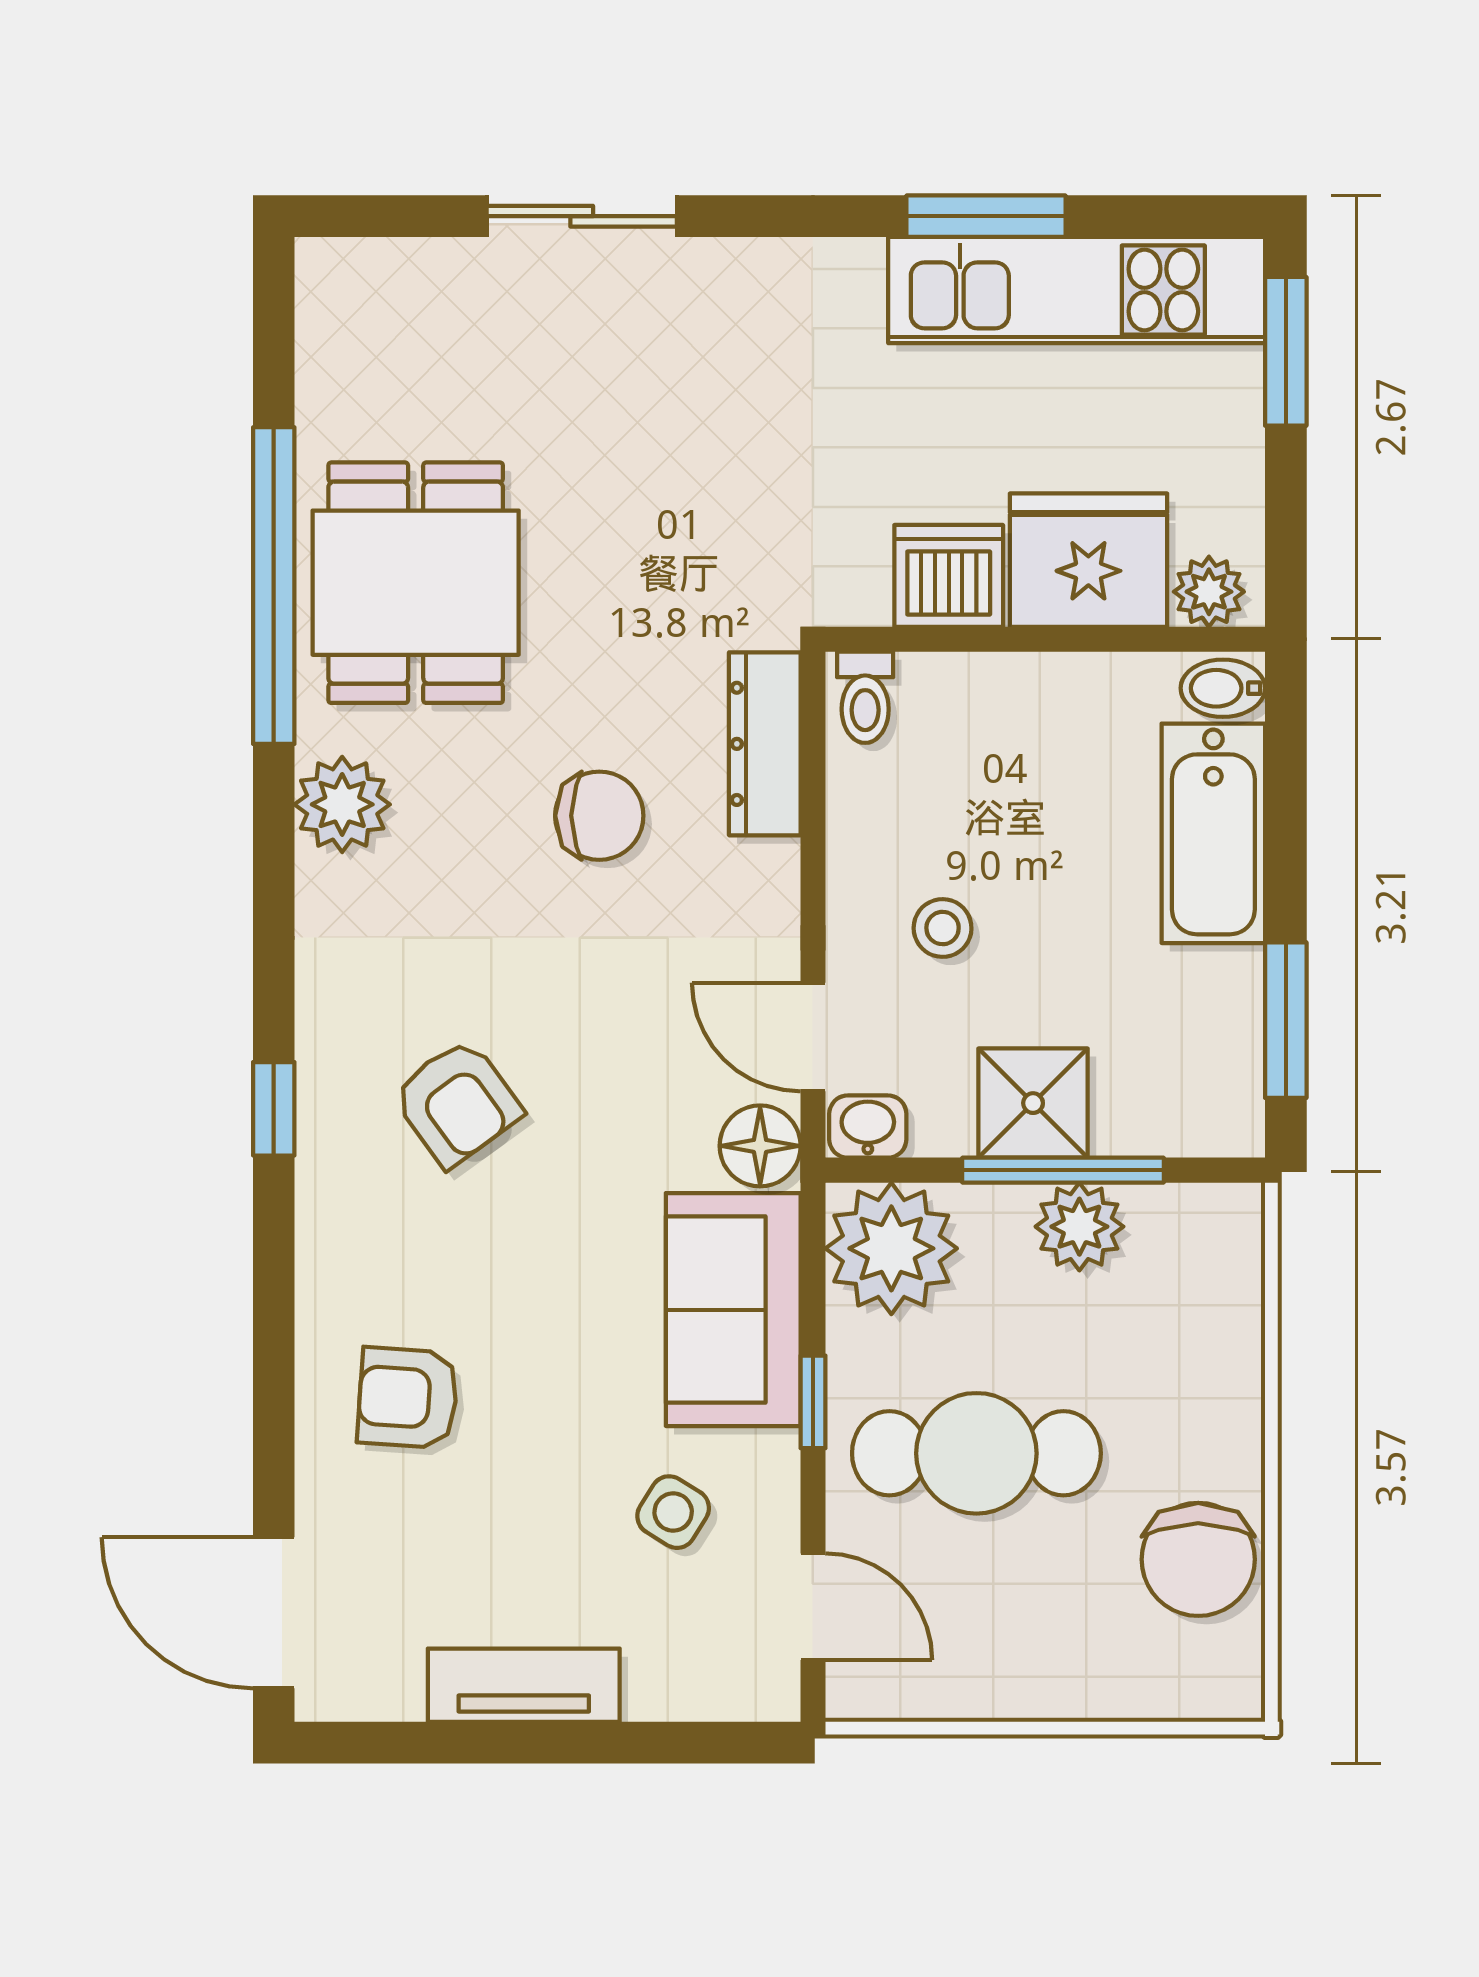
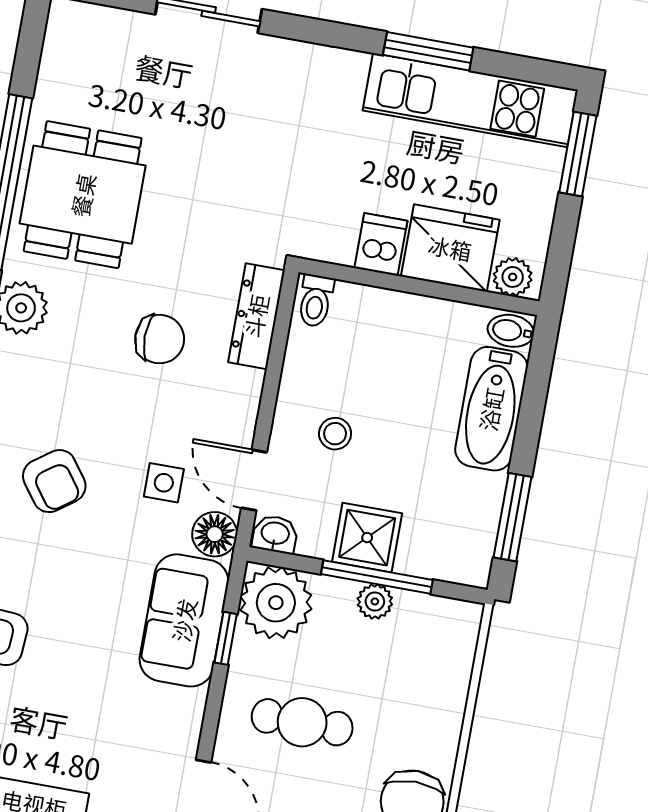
dishwasher: (949, 576) -> (381, 244), width x0.73
plant: (1079, 1227) -> (375, 601), width x0.73, depth x0.73
window: (813, 1402) -> (226, 638), moved
cafe table: (976, 1453) -> (302, 722), width x0.73, depth x0.74
side table: (673, 1512) -> (164, 483), moved, turned -32

